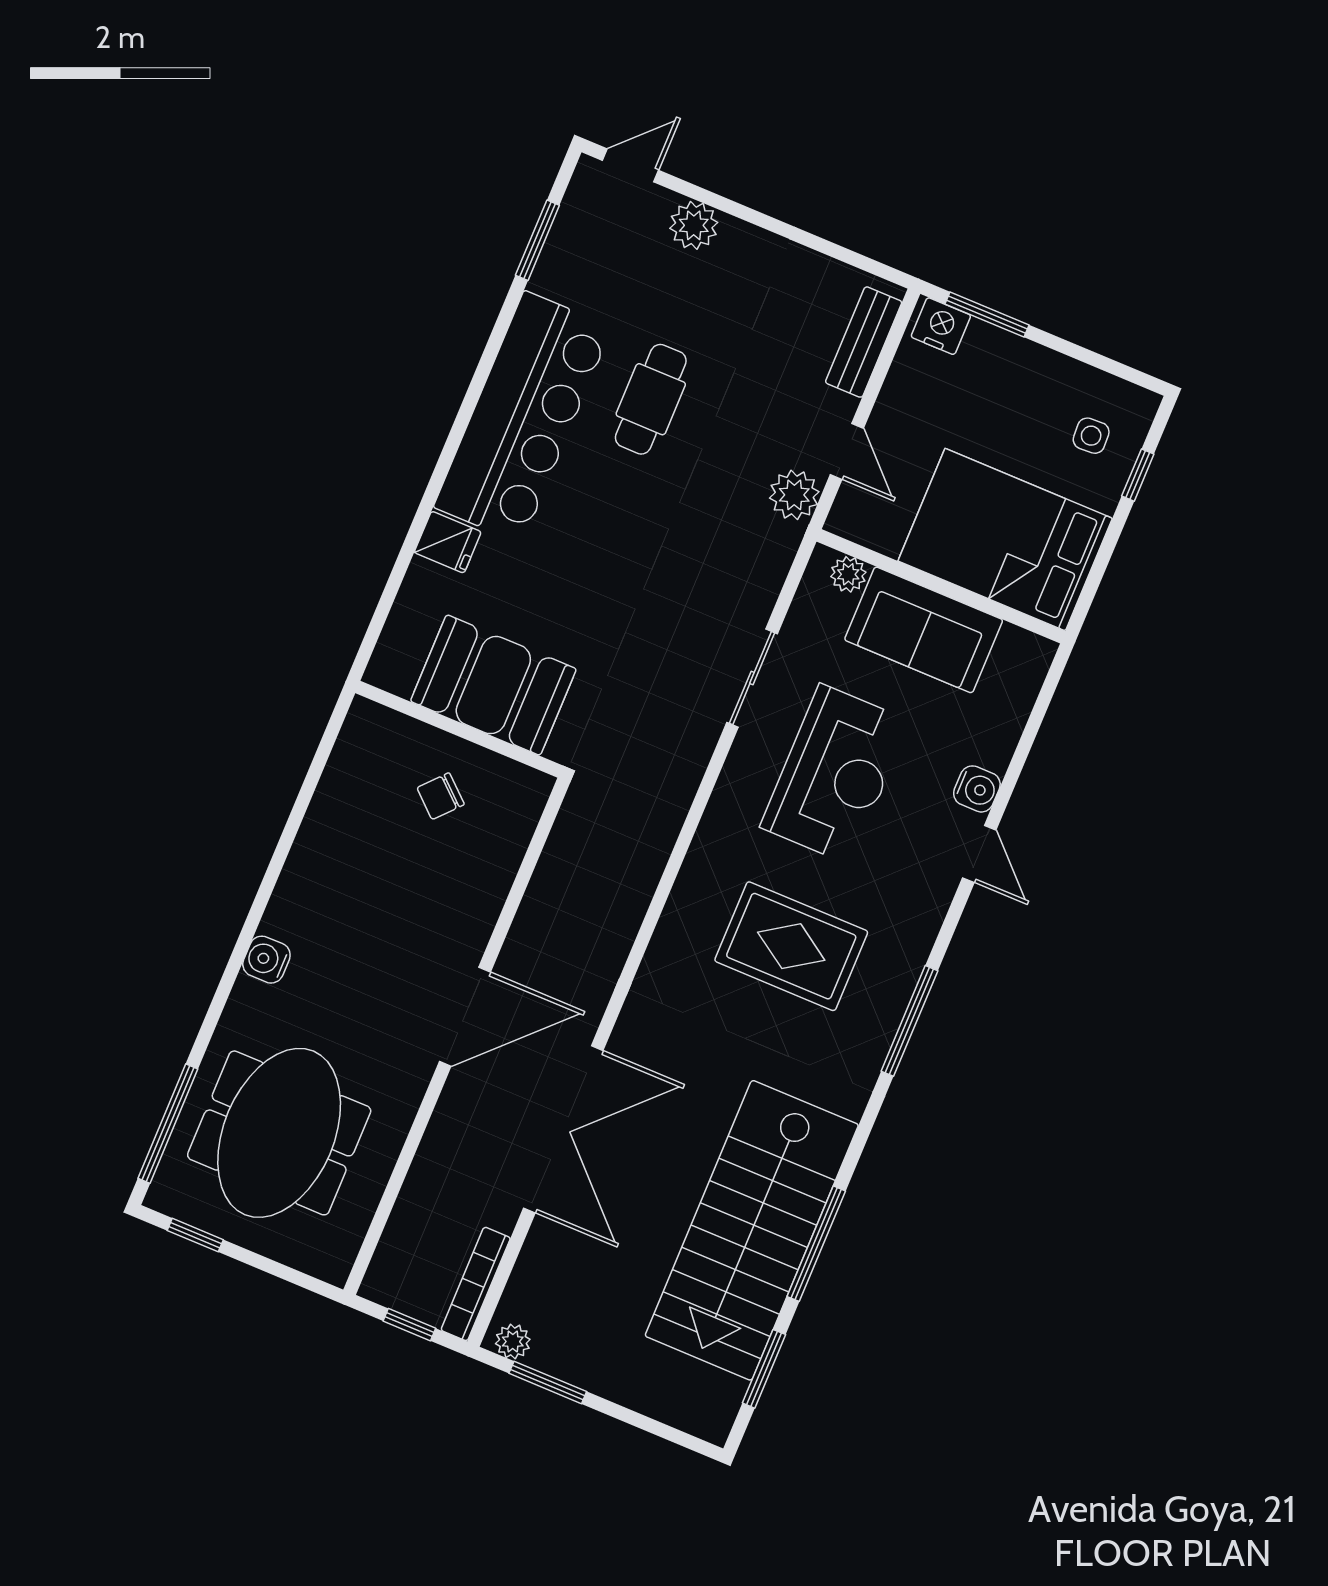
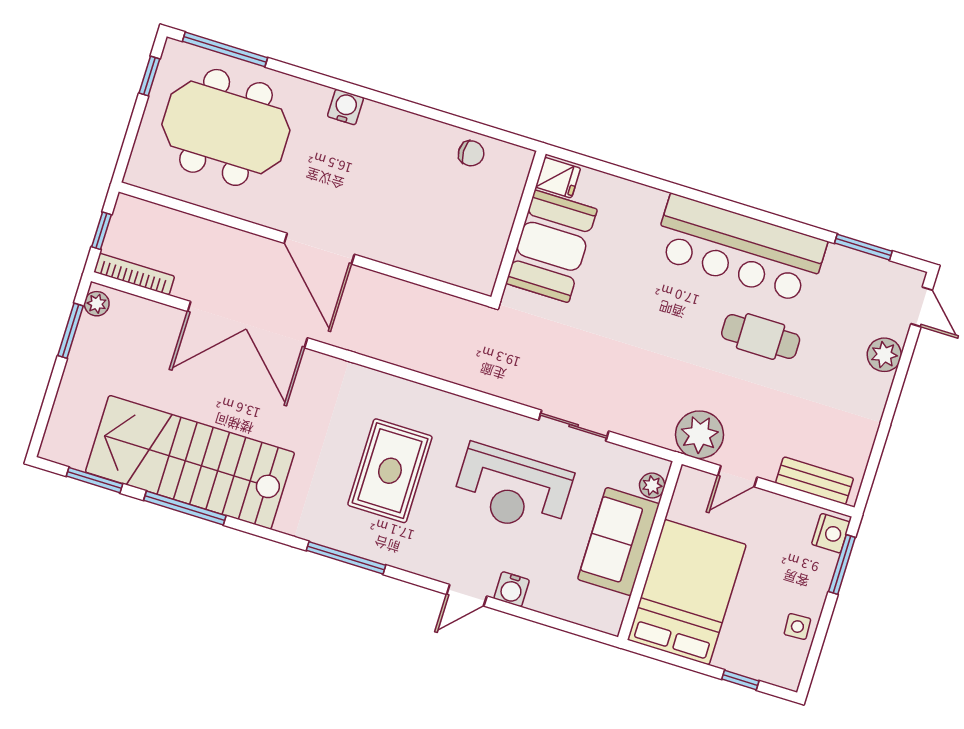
side table: (1091, 436) -> (797, 627), moved
plant: (794, 495) -> (699, 435), width x1.36, depth x1.36
fridge: (448, 542) -> (558, 178), moved, turned -90
chair: (441, 796) -> (471, 153), moved, turned 138

